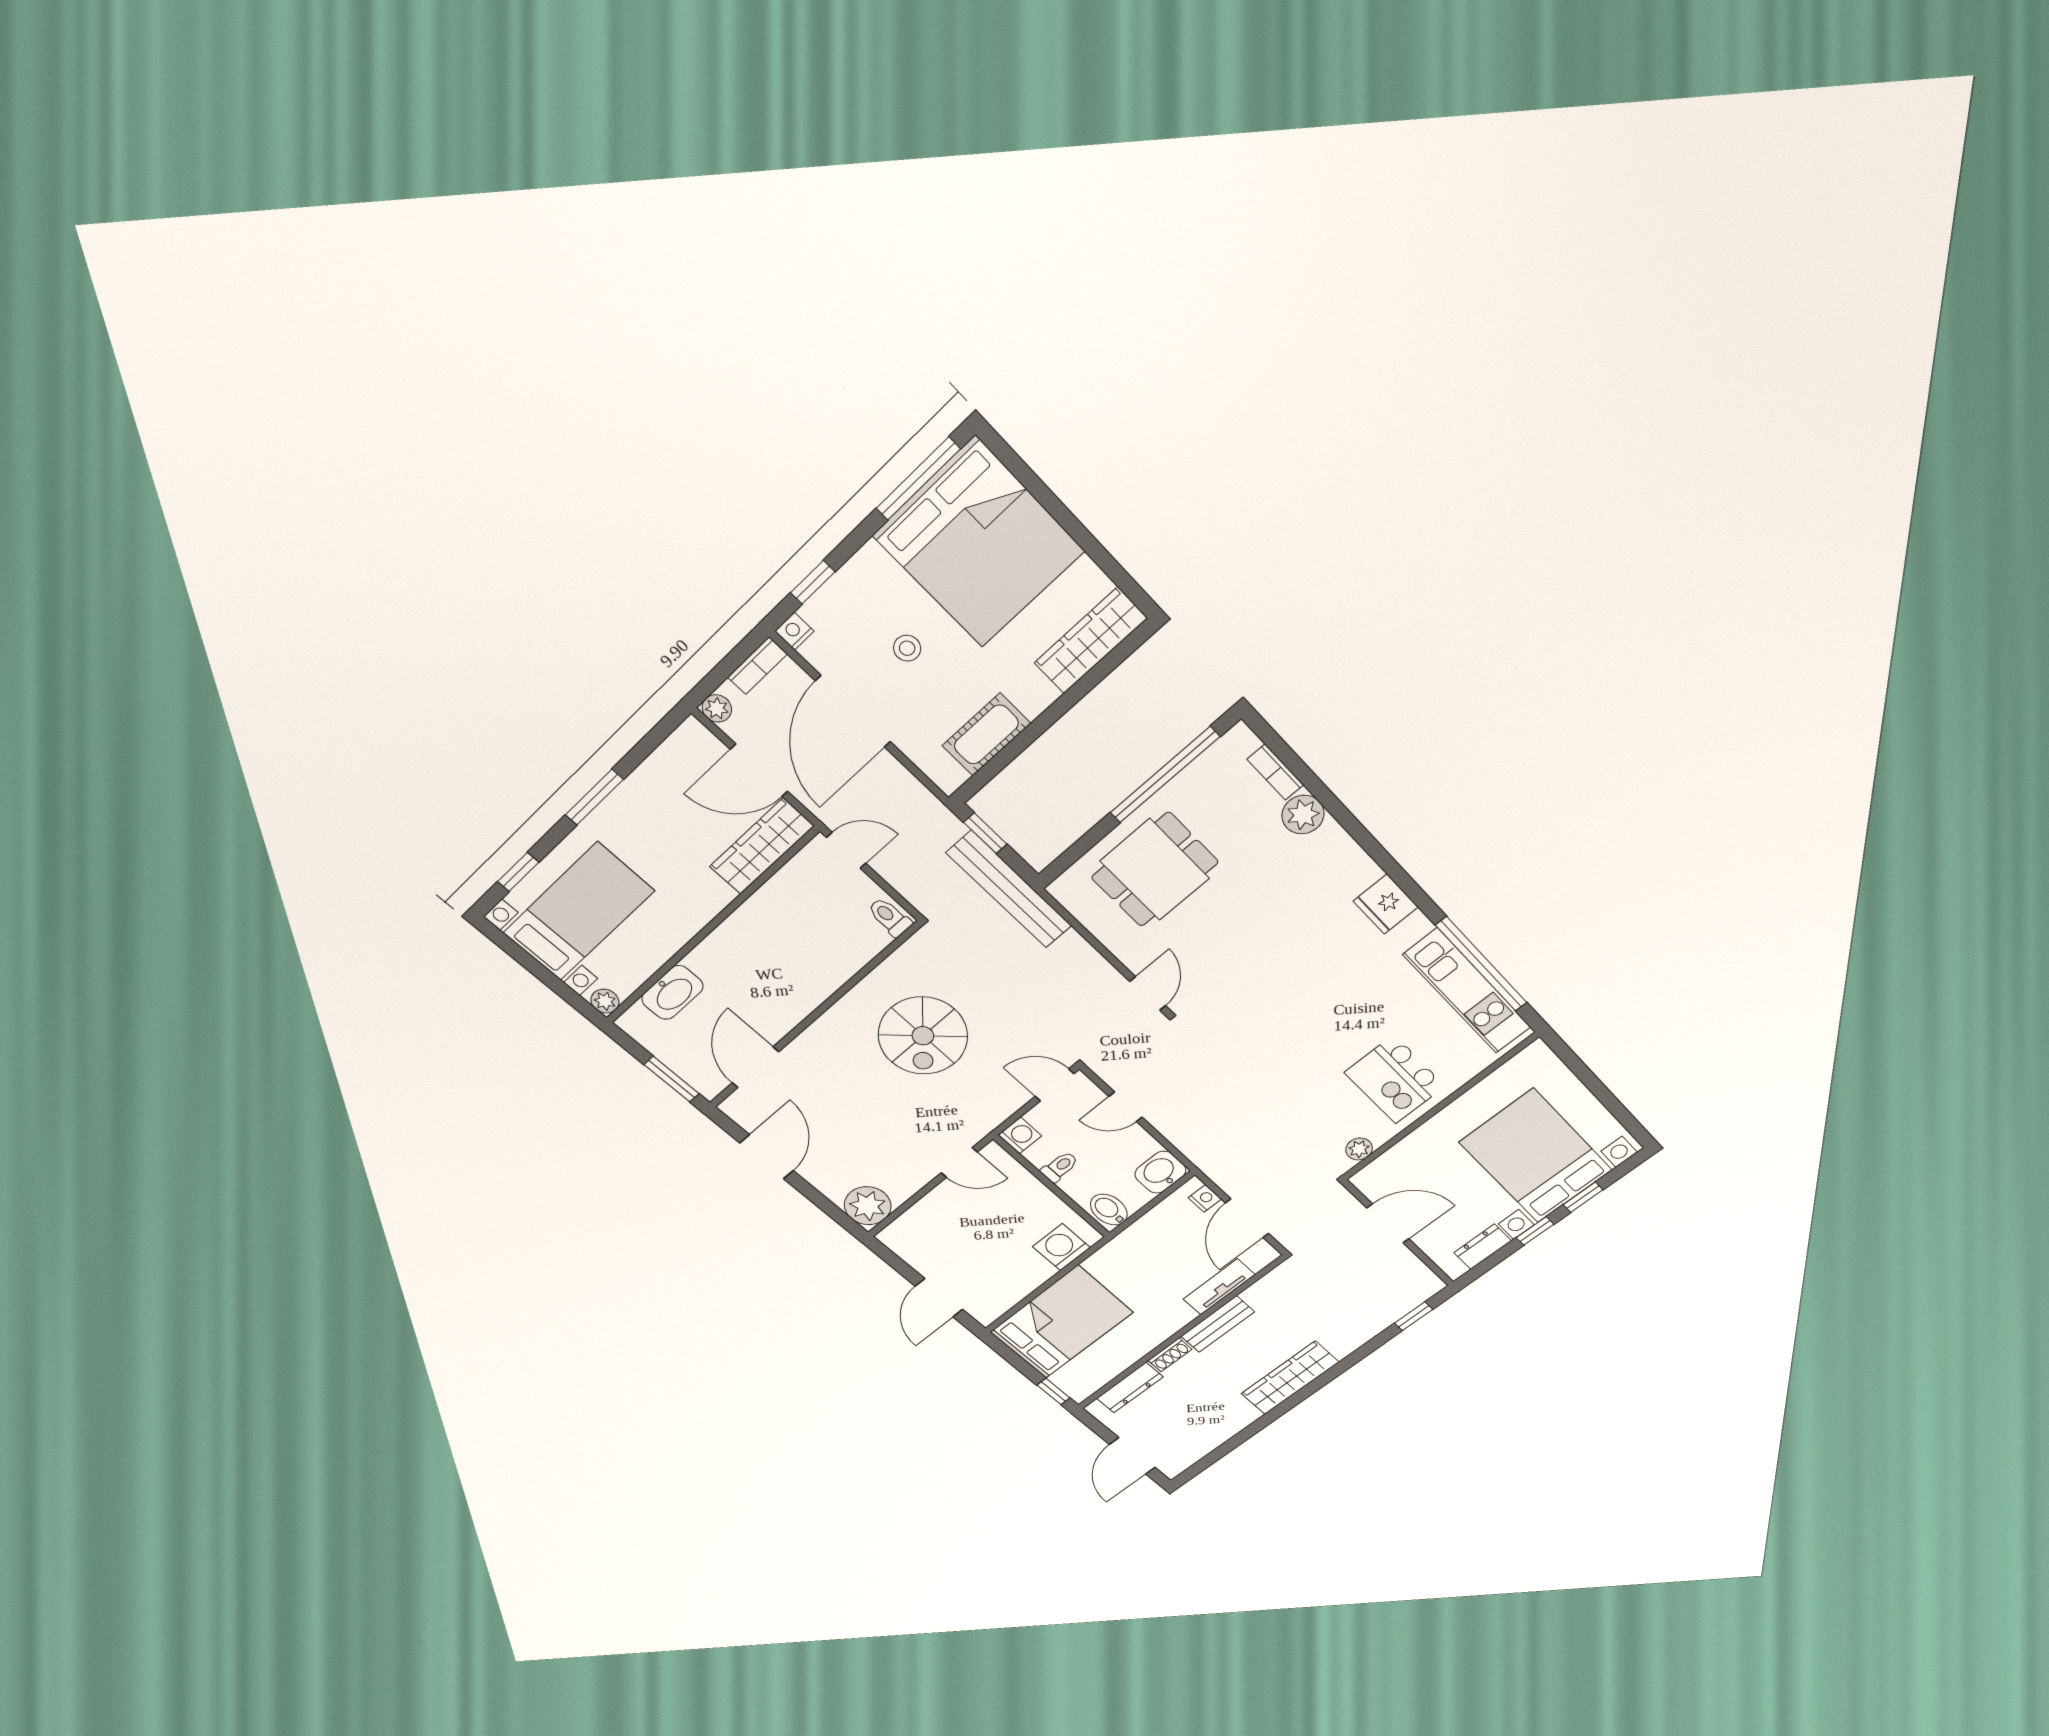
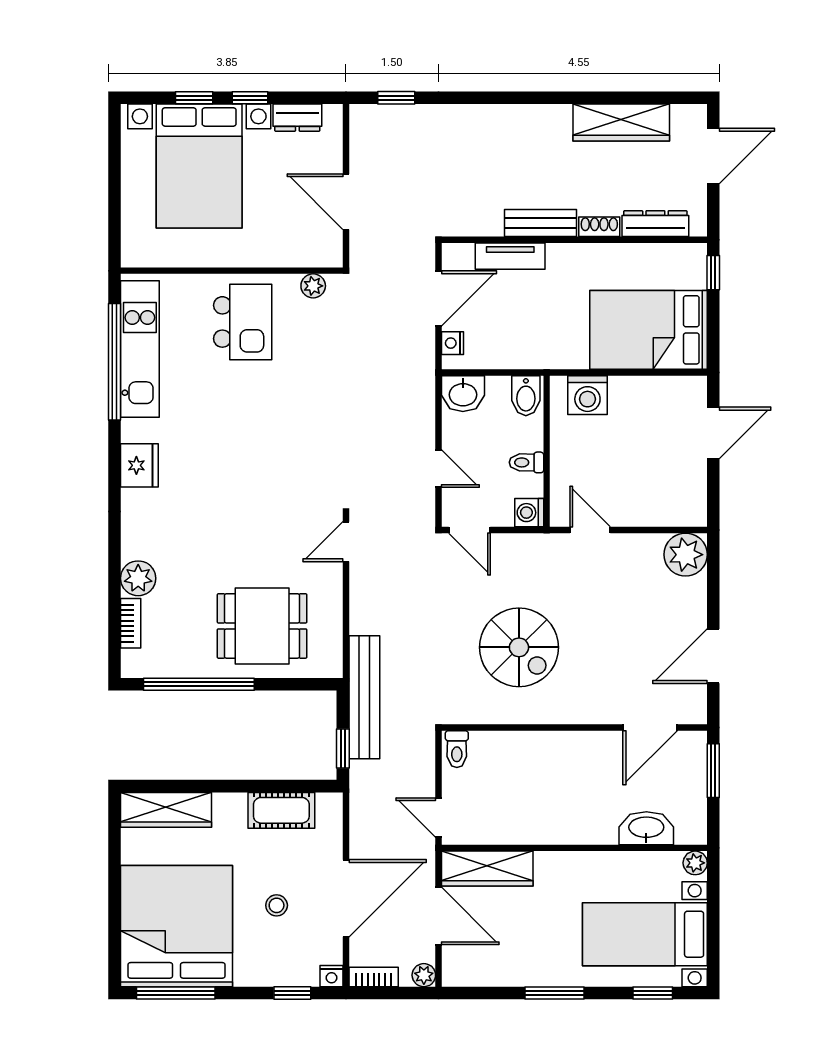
spiral stairs: (923, 1036) -> (519, 647), turned 90
wardrobe: (1290, 1378) -> (621, 123), moved

